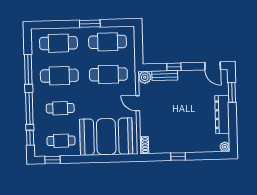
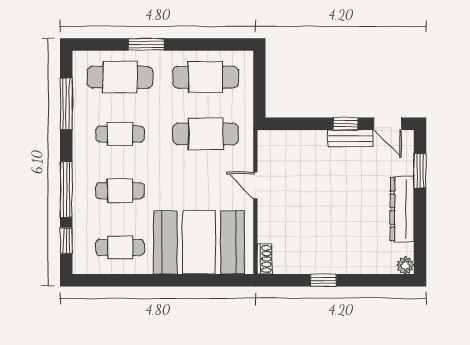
window: (90, 24) -> (146, 44), moved
window: (174, 67) -> (345, 124), moved
window: (28, 69) -> (66, 104), moved
bench: (165, 75) -> (350, 138), moved
cafe table: (59, 76) -> (120, 134), width x0.73, depth x0.74
plant: (145, 77) -> (269, 141), removed
window: (52, 160) -> (104, 280), removed

